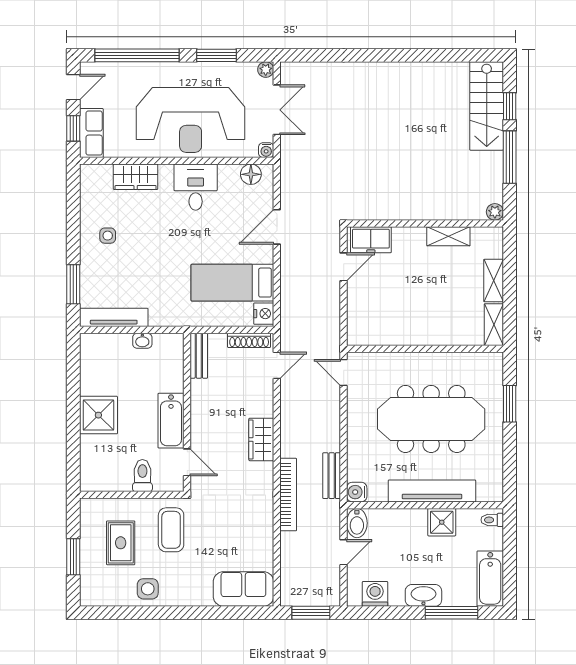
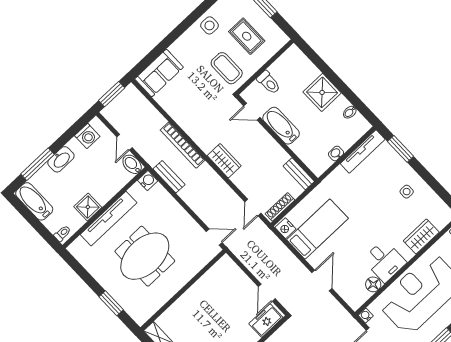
floor lamp: (251, 174) -> (373, 284), moved
bidet: (89, 369) -> (350, 112), added
meeting table: (431, 419) -> (145, 256), width x0.73

